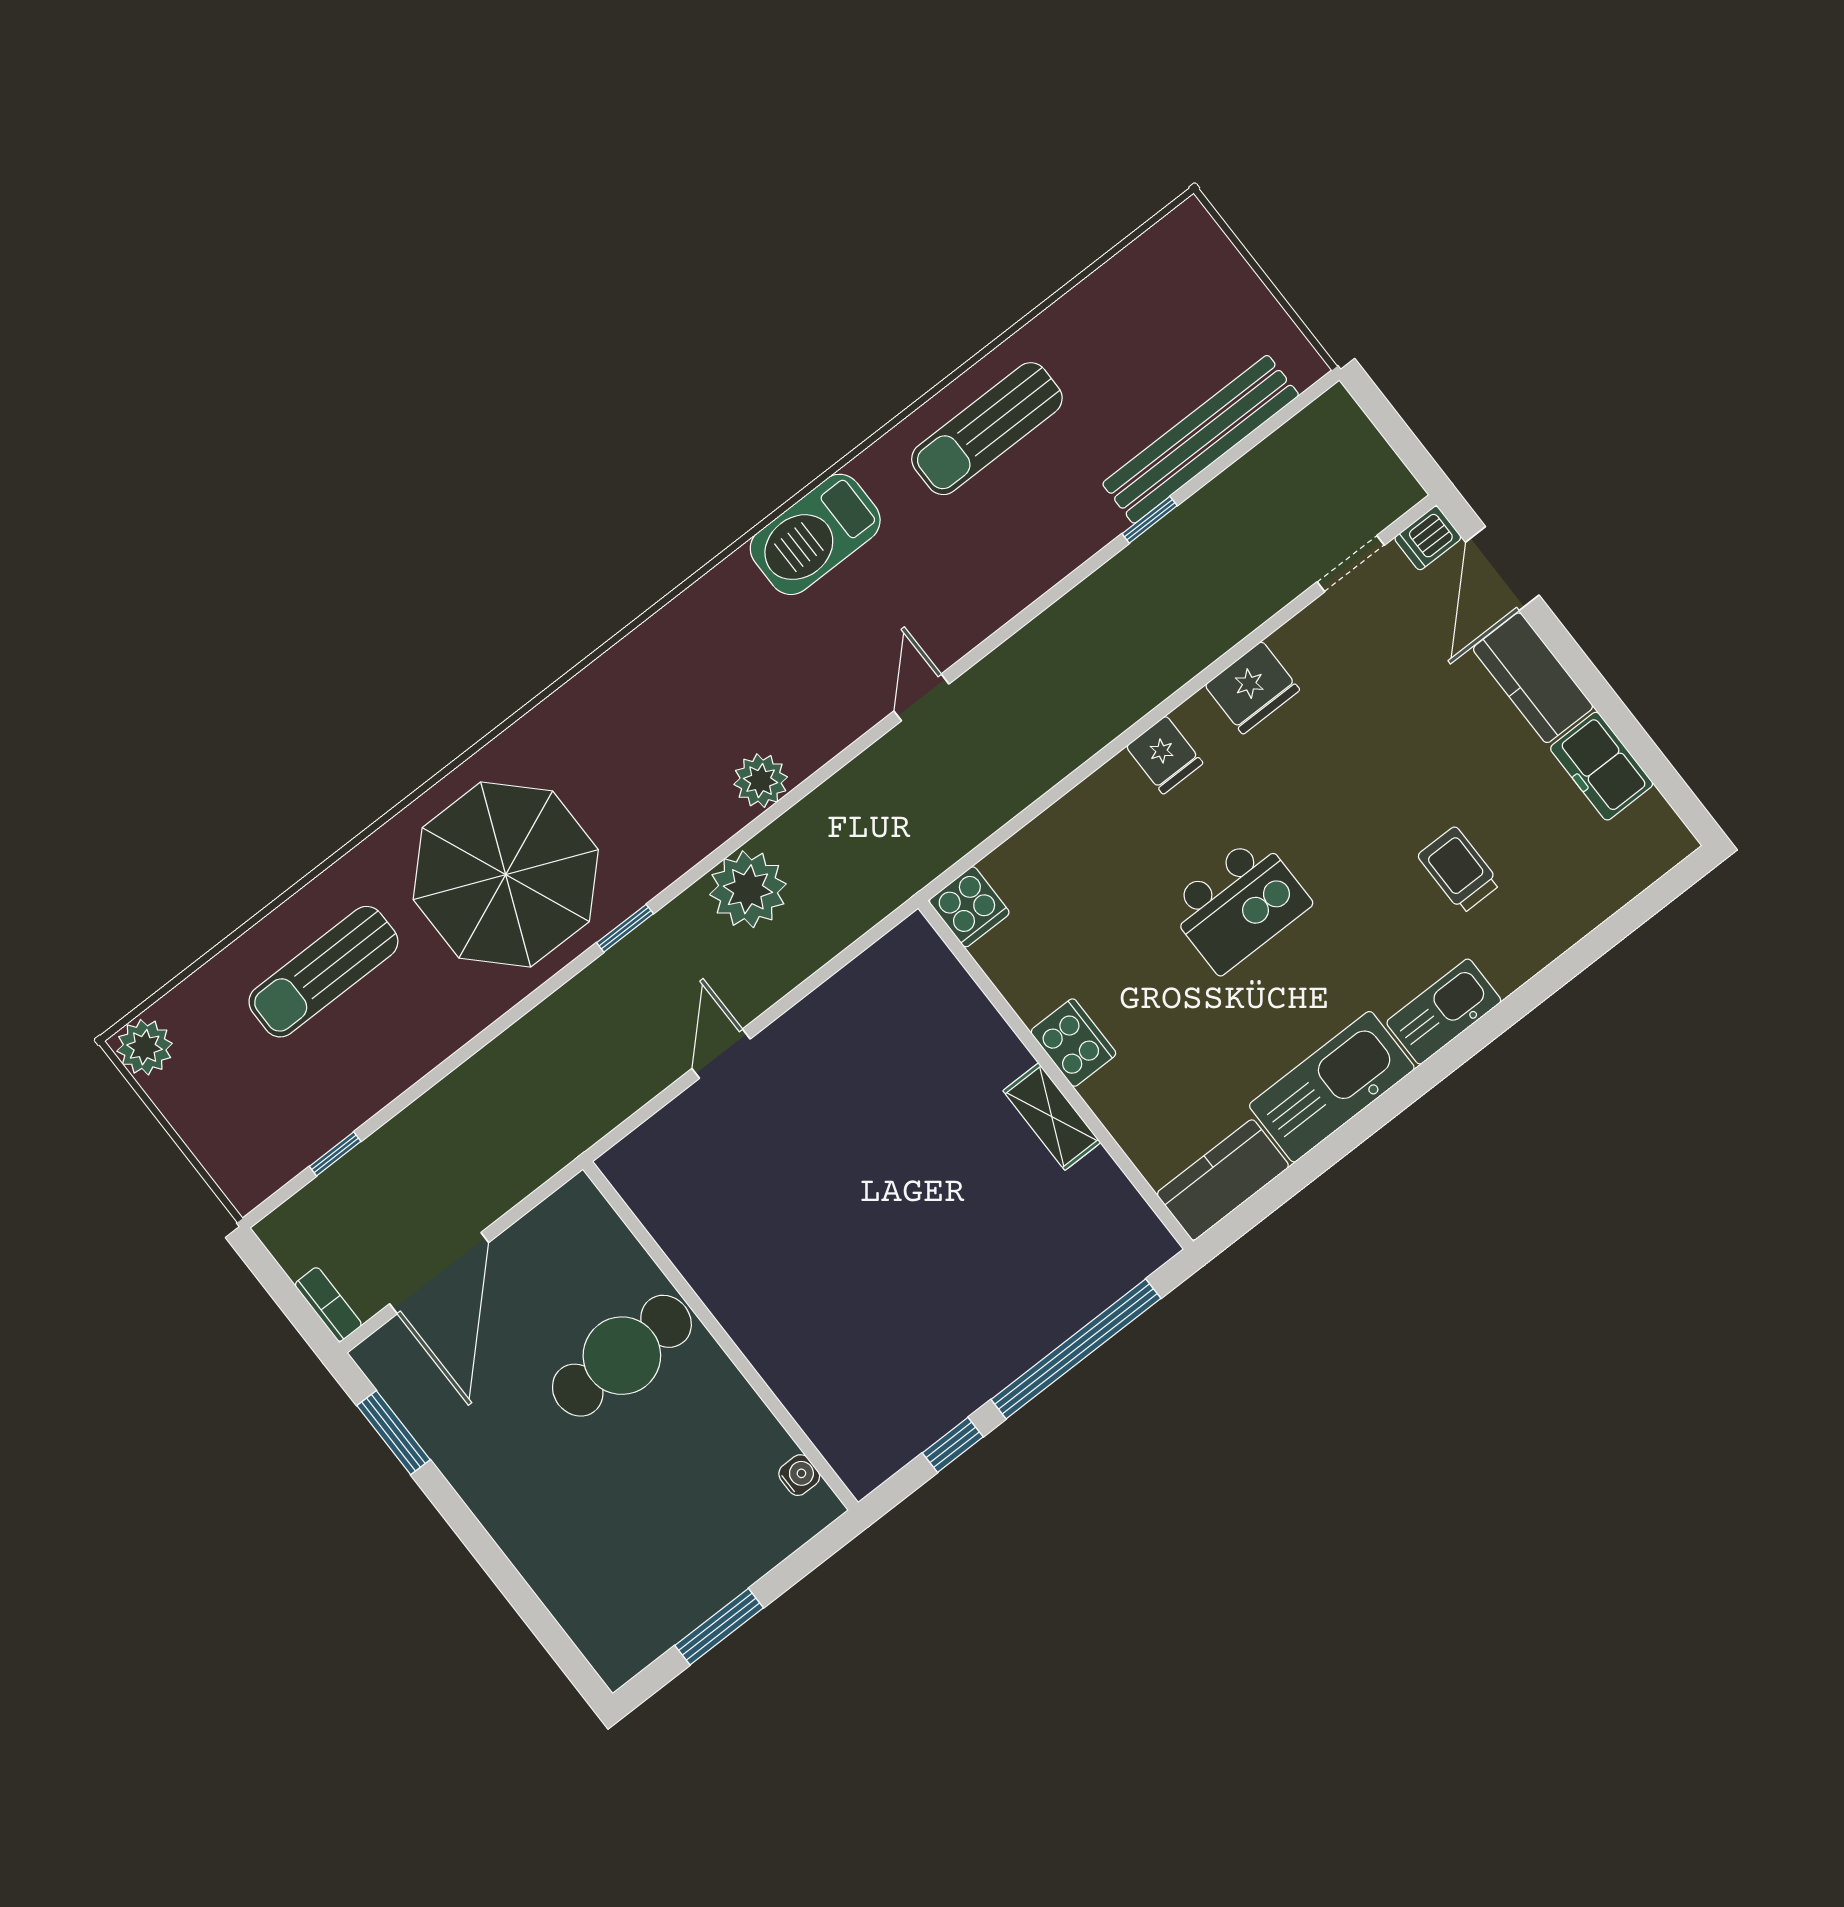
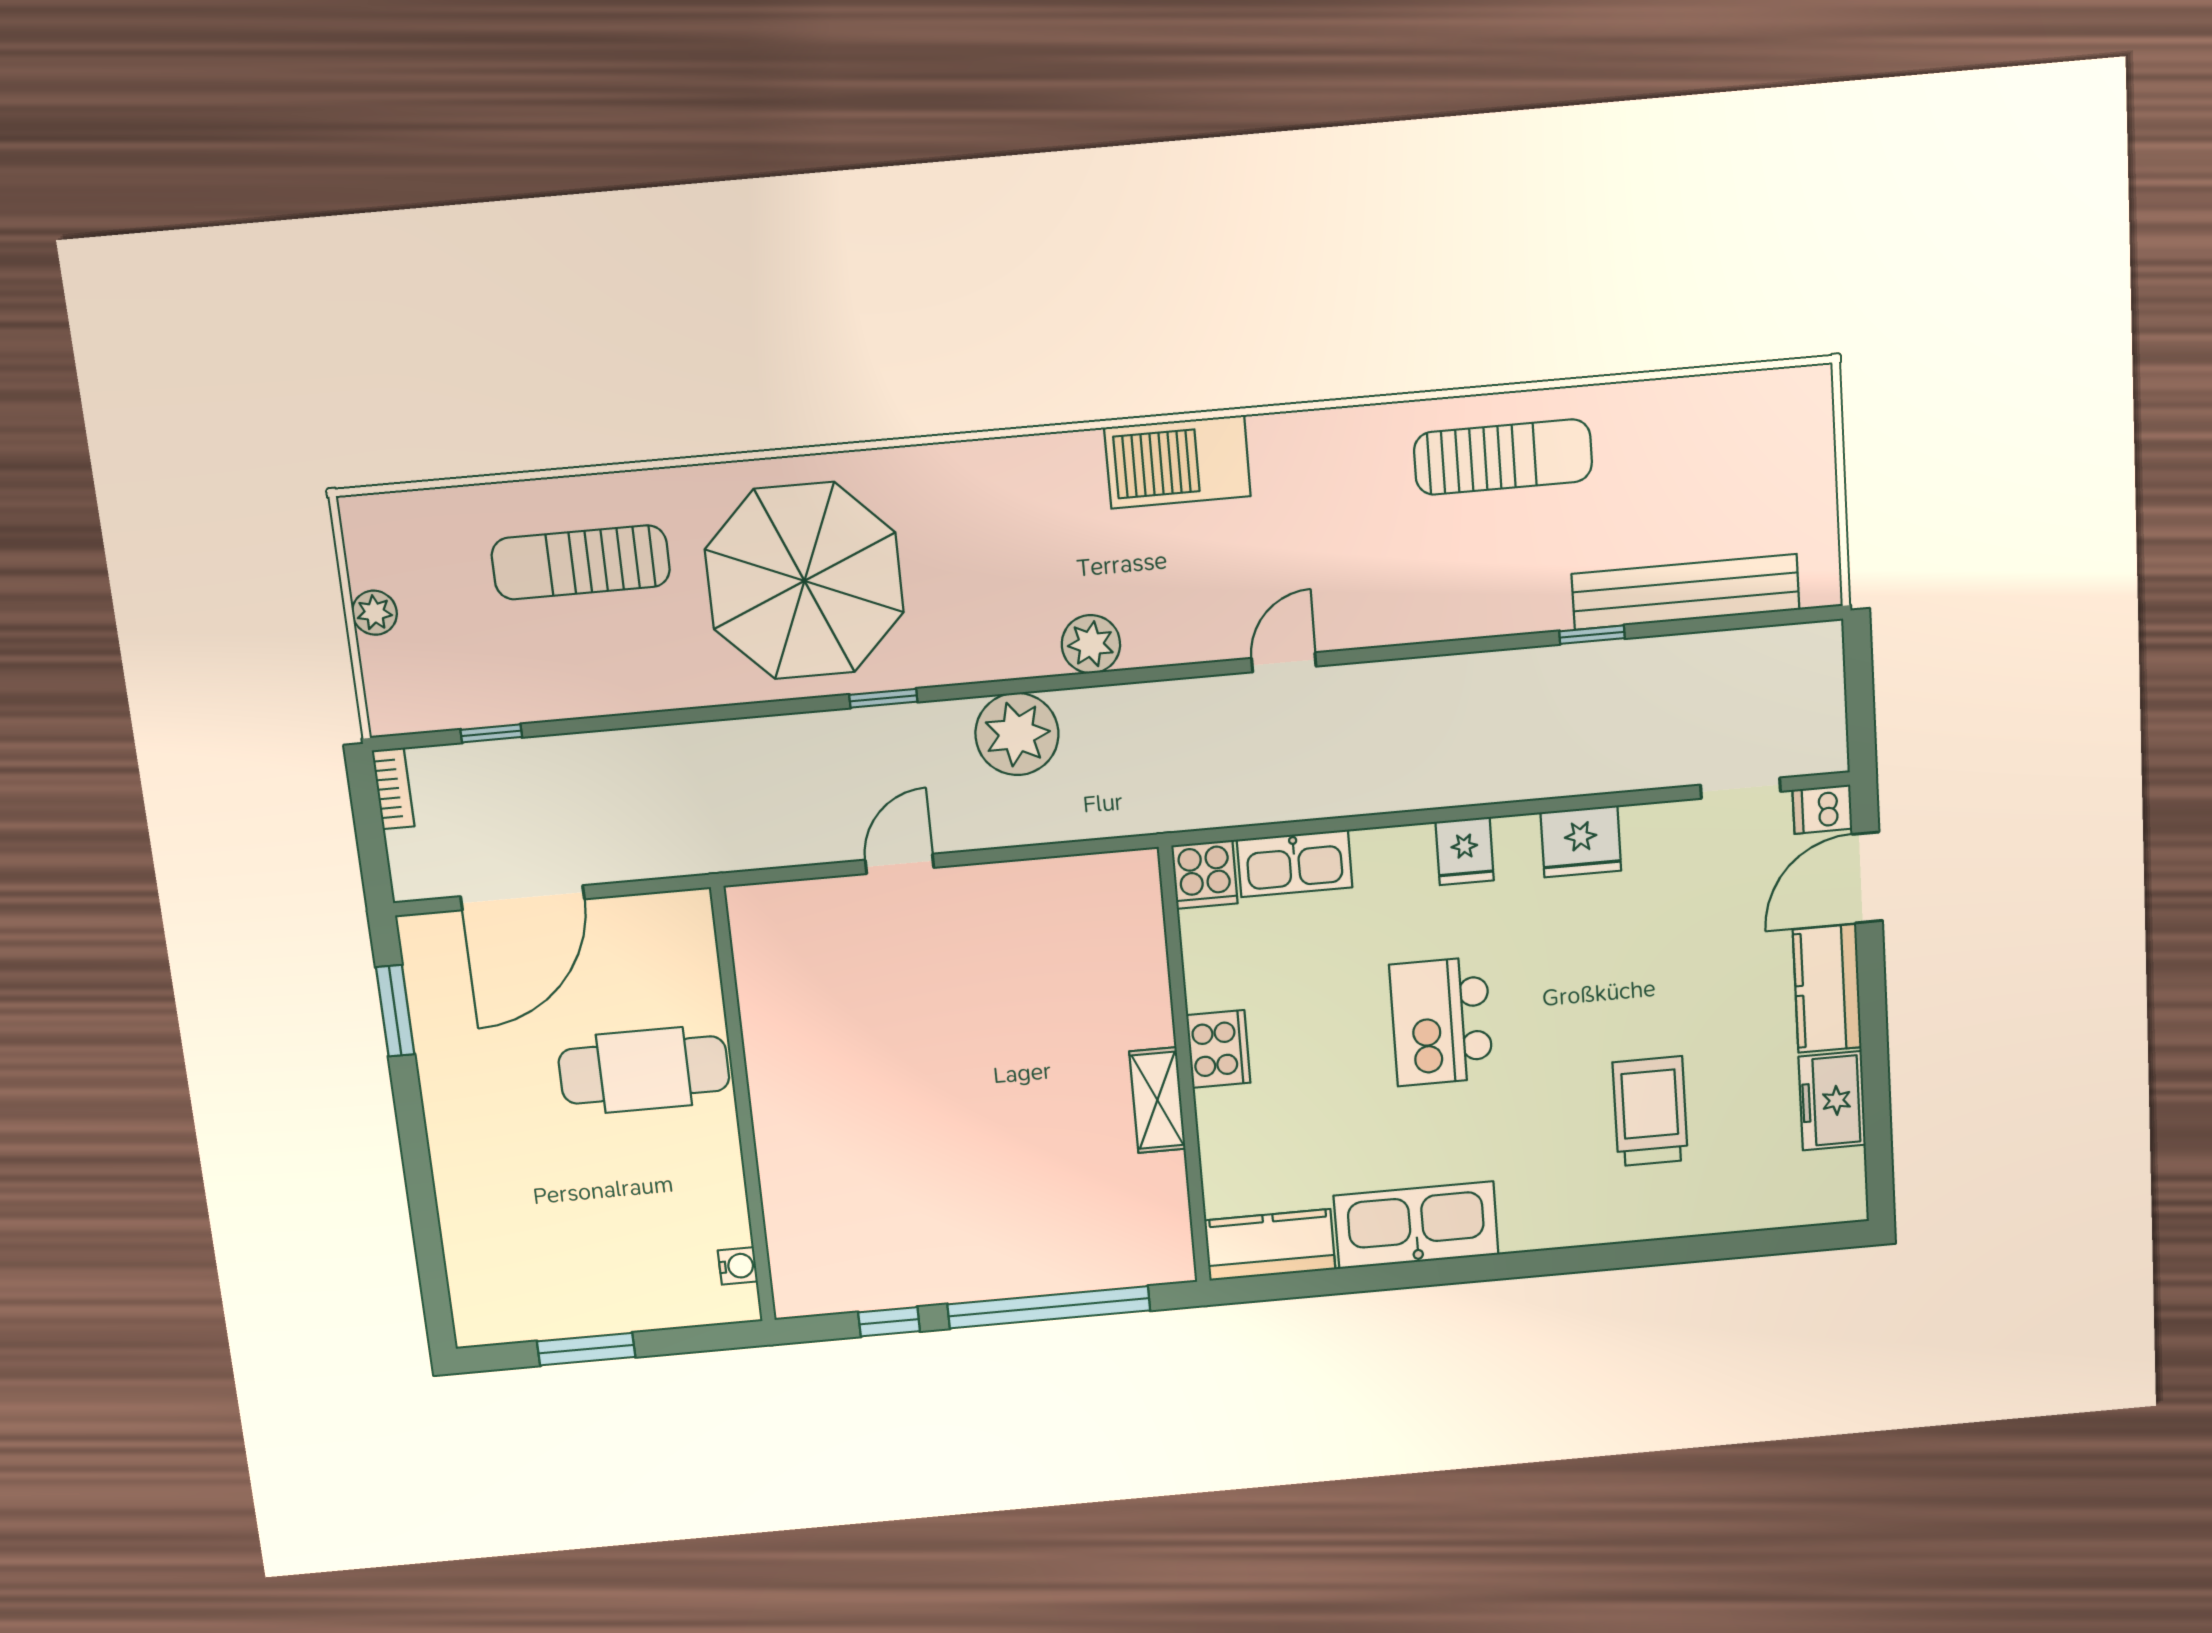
sun lounger: (987, 429) -> (1503, 457), turned 180
barbecue: (815, 534) -> (1177, 462), moved
trolley: (1459, 870) -> (1650, 1111), width x1.36, depth x1.39
kitchen island: (1239, 904) -> (1441, 1021), turned 90
kitchen sink: (1444, 1012) -> (1295, 864), moved, turned 180
plant: (145, 1047) -> (375, 613), moved, width x0.73, depth x0.73
bookcase: (328, 1304) -> (393, 788), moved

